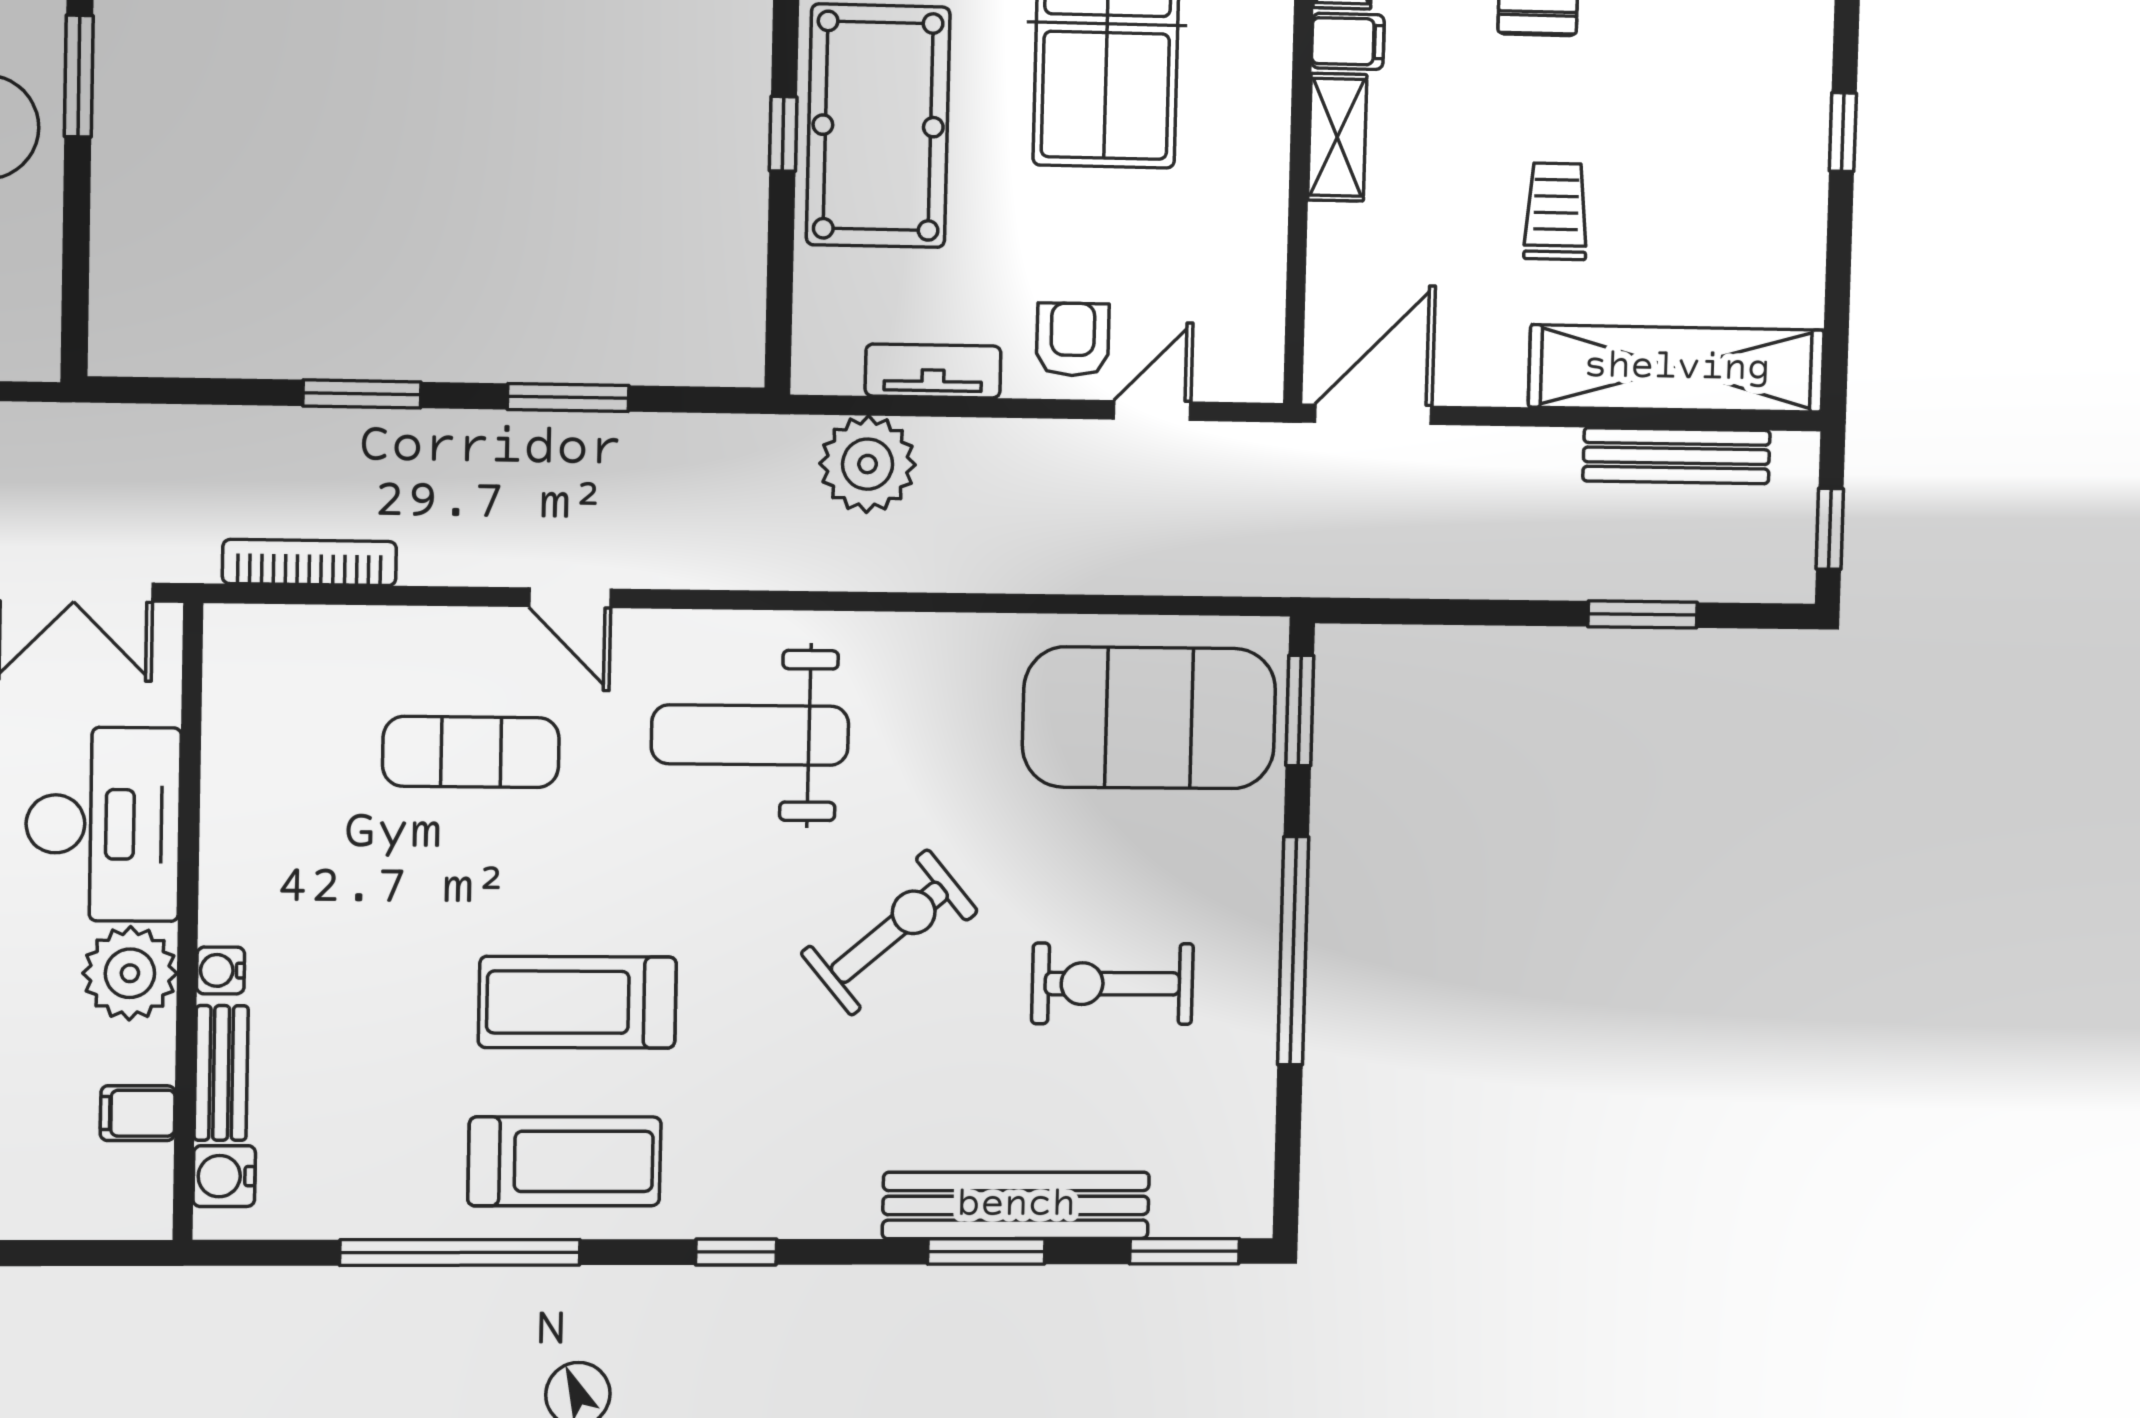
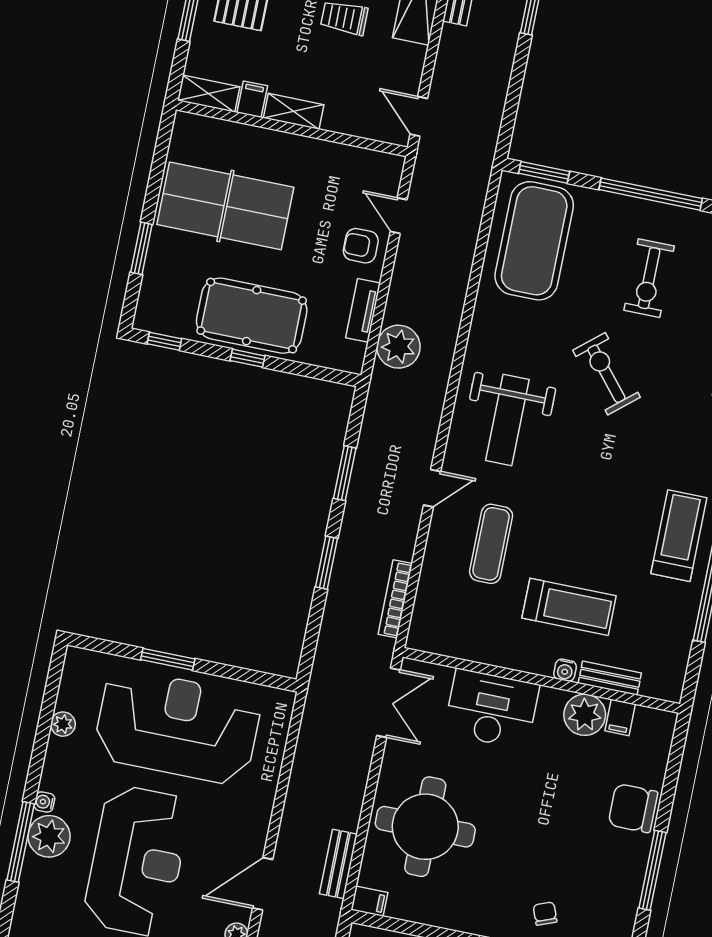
door: (1373, 414) -> (419, 116), width x0.73
plant: (130, 973) -> (585, 715), moved
treadmill: (577, 1002) -> (569, 607), moved, turned -90
water cooler: (224, 1176) -> (655, 685), removed

